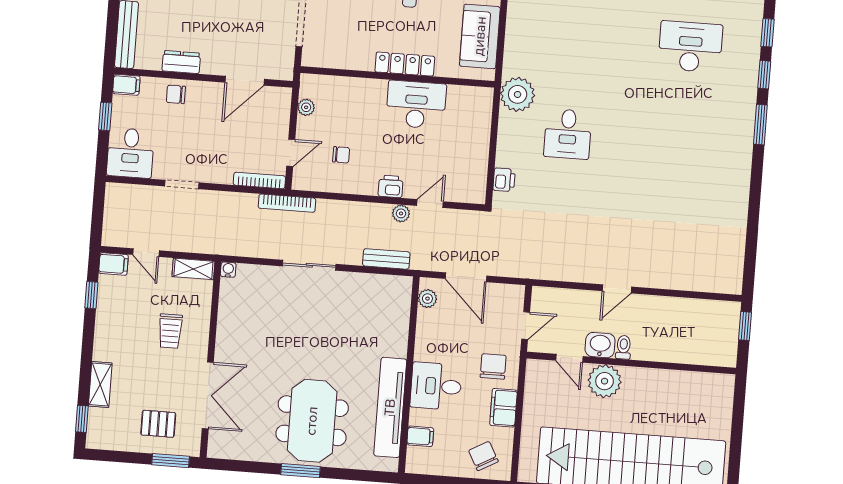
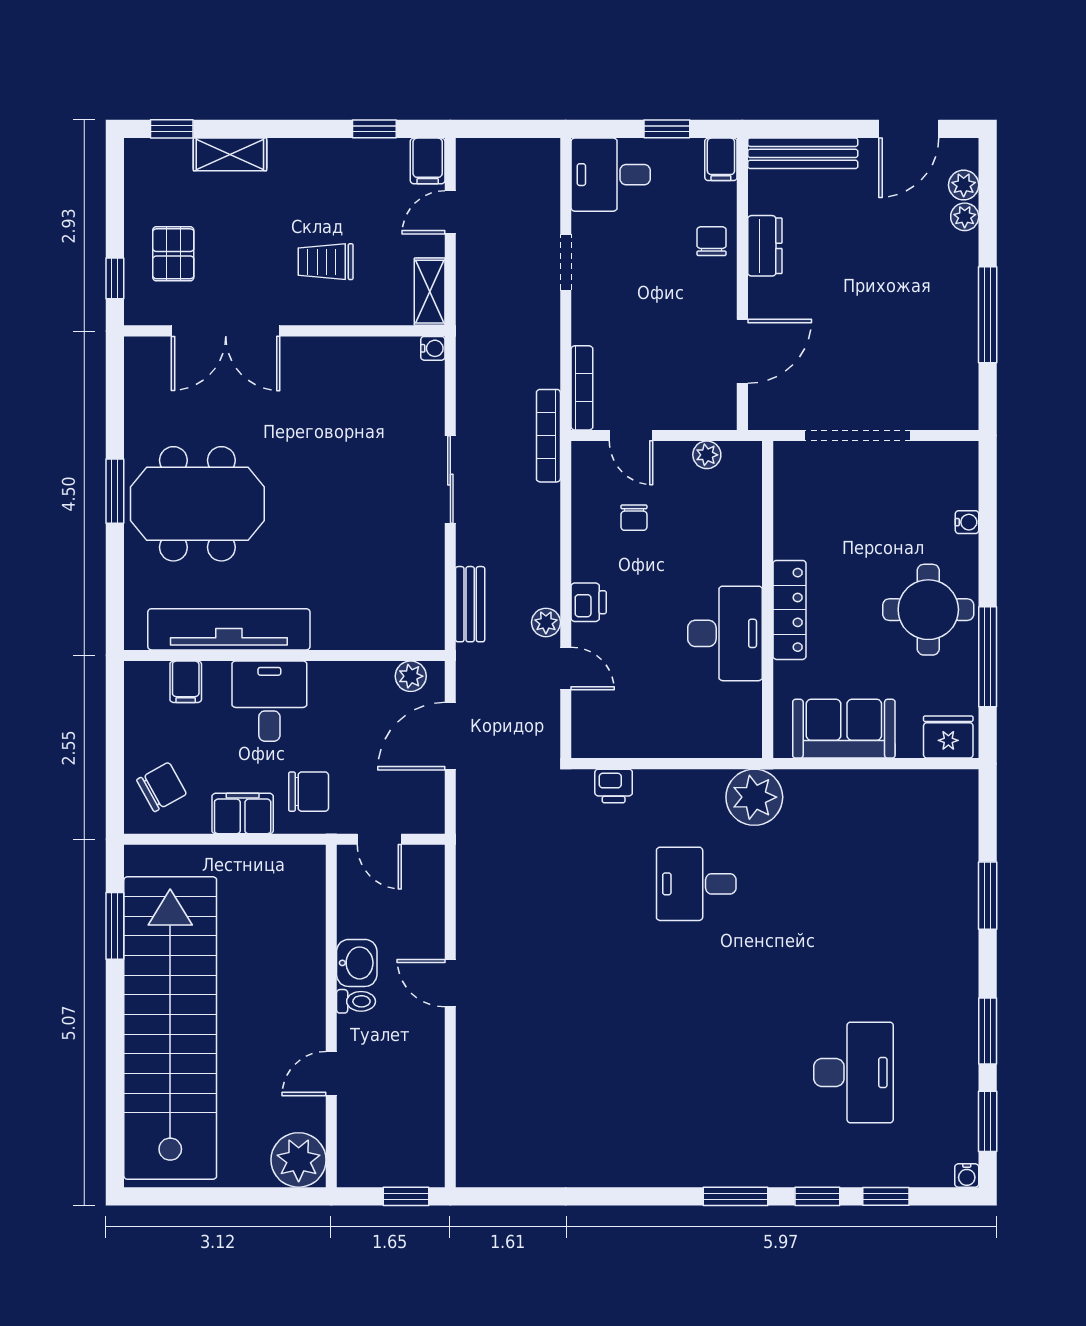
door: (245, 81) -> (742, 351), swing flipped
door: (569, 358) -> (331, 1074), moved
plant: (605, 381) -> (299, 1160), moved
window: (171, 461) -> (115, 278), width x0.67

